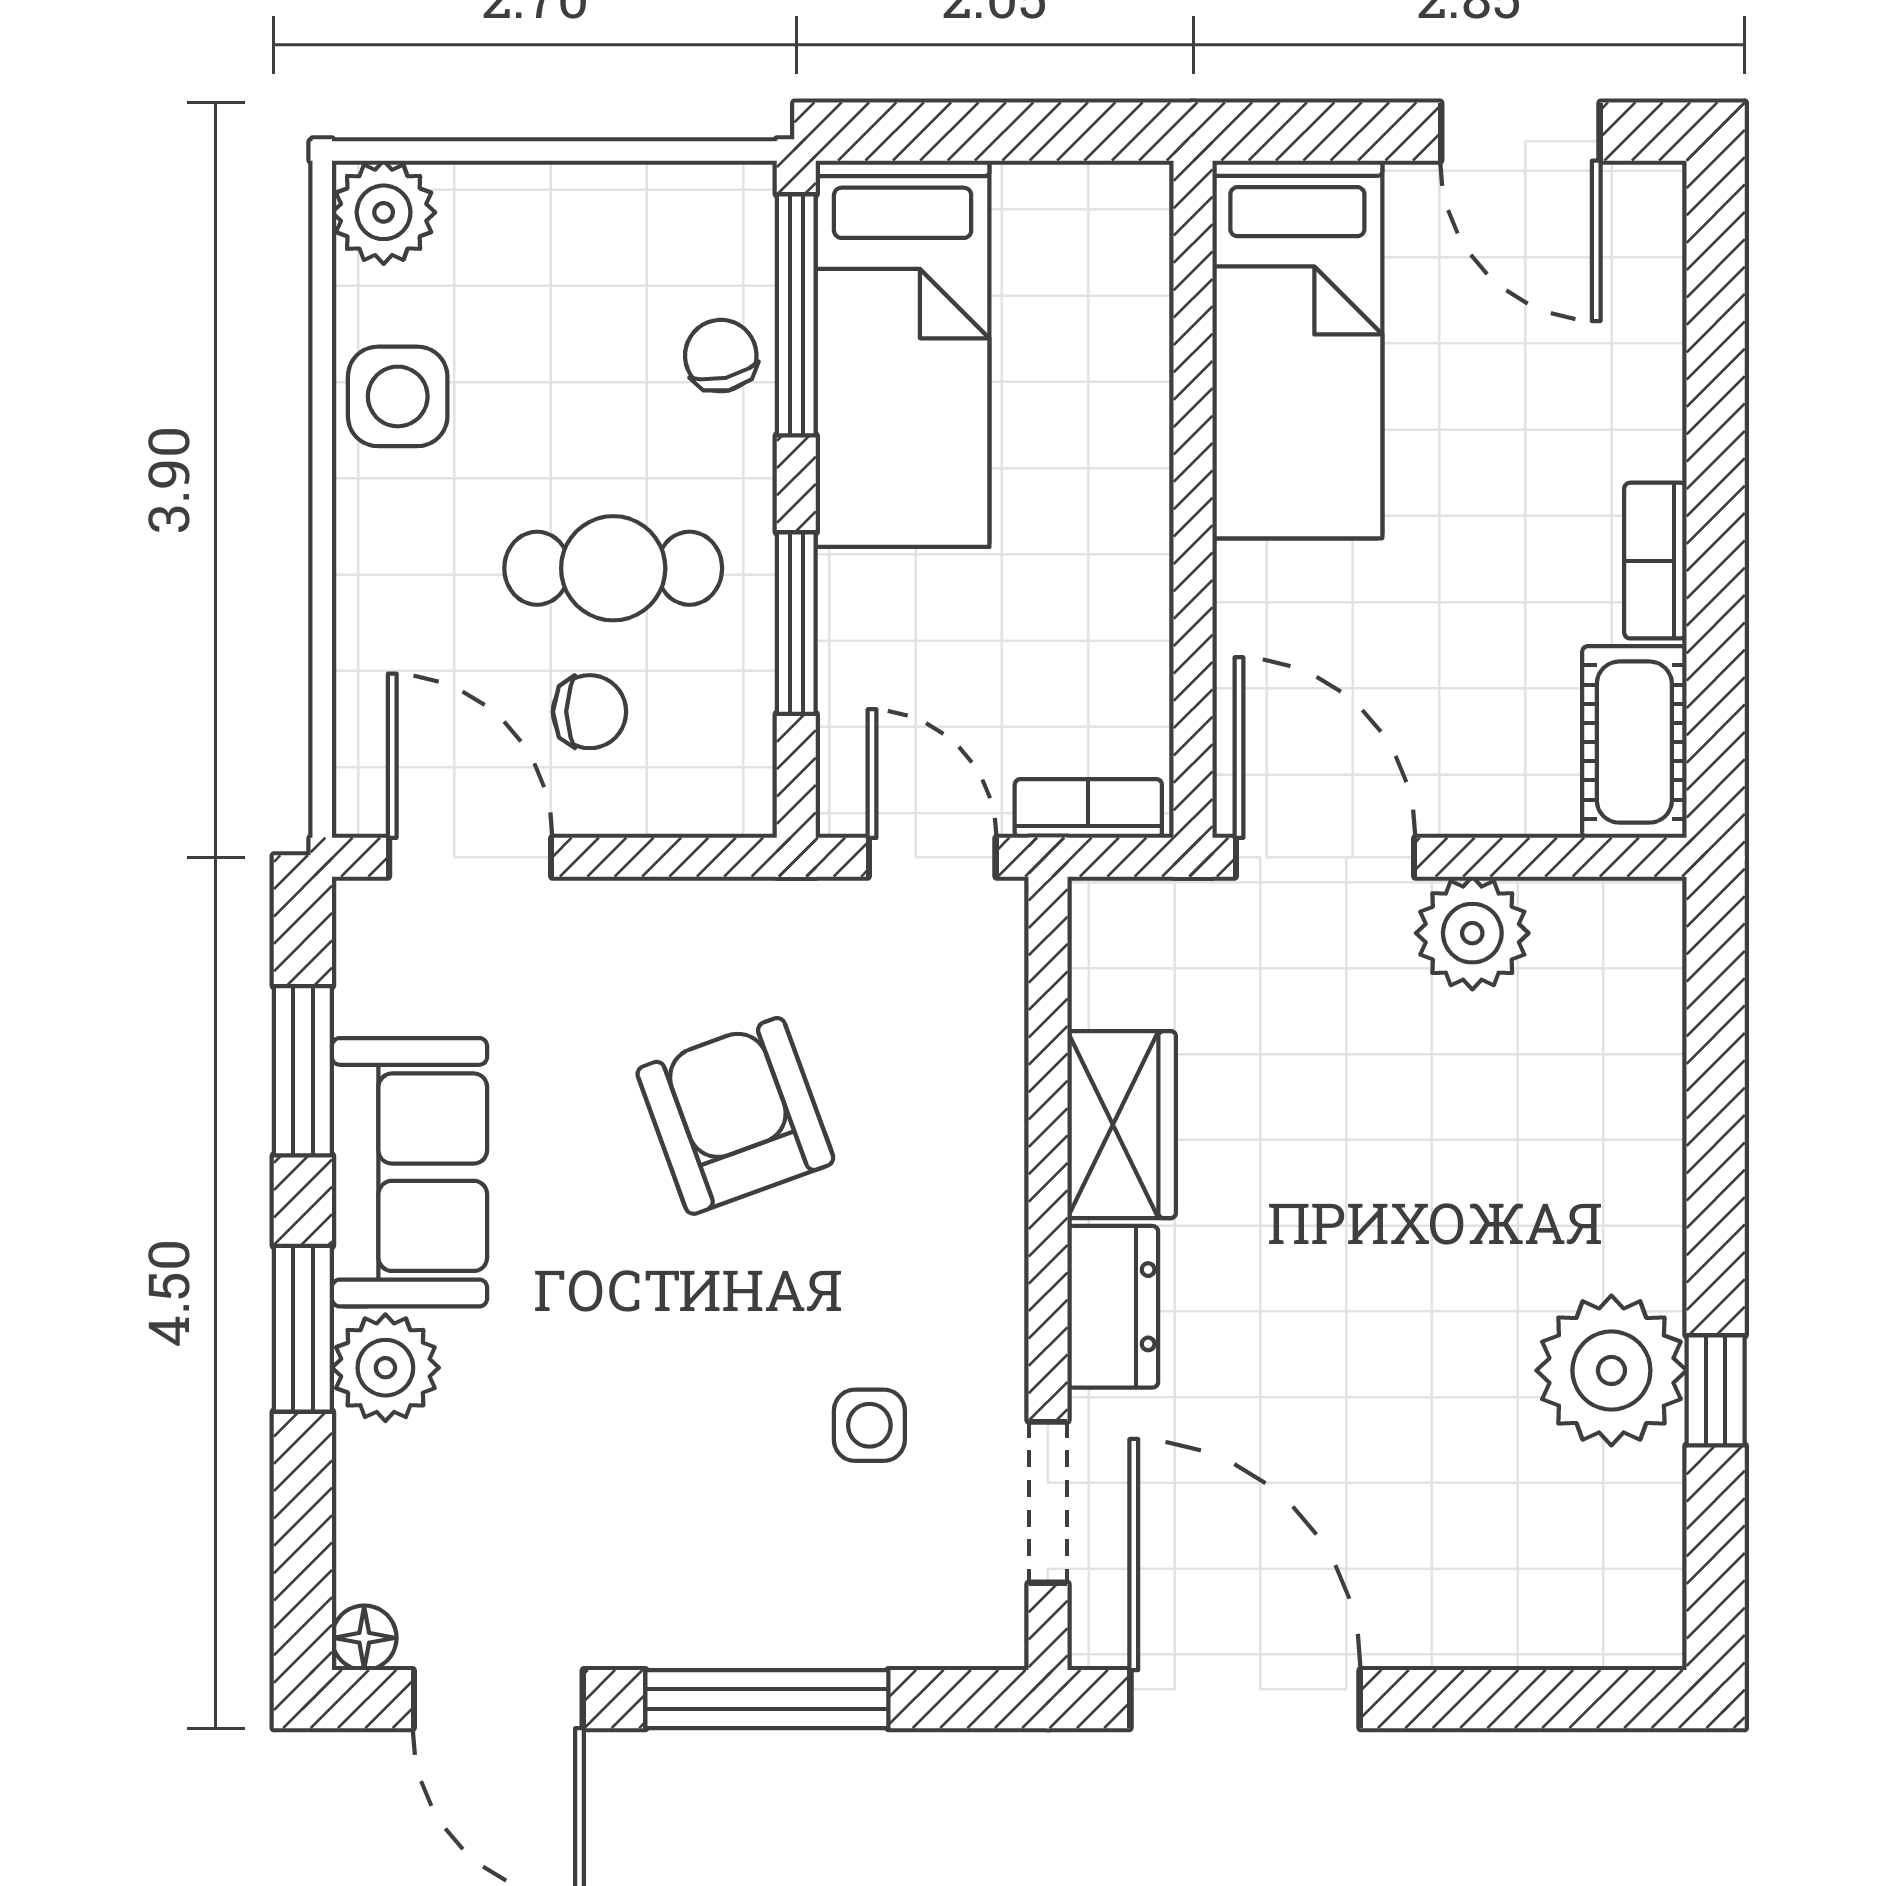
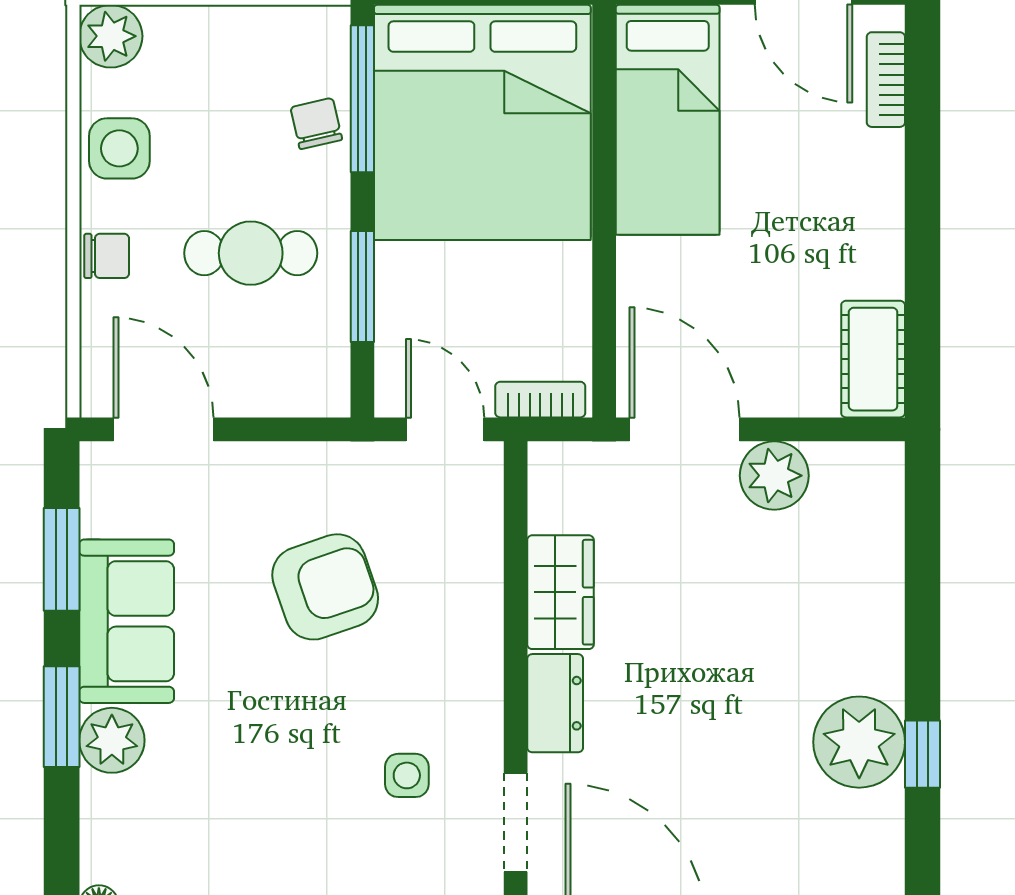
bed: (903, 354) -> (482, 122), width x2.04
bookcase: (1655, 561) -> (886, 80), moved
chair: (590, 712) -> (107, 256), moved
armchair: (735, 1116) -> (325, 587), turned 91

